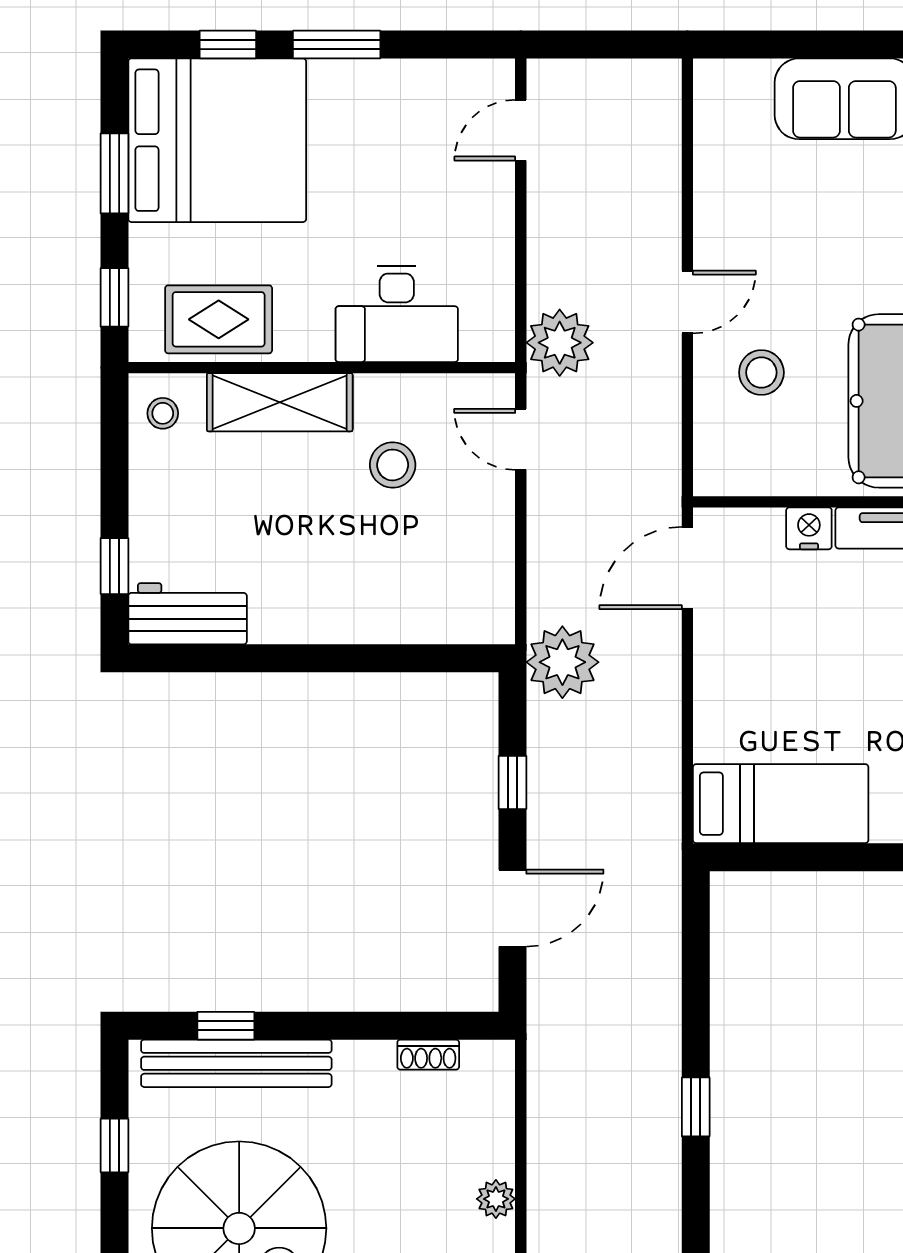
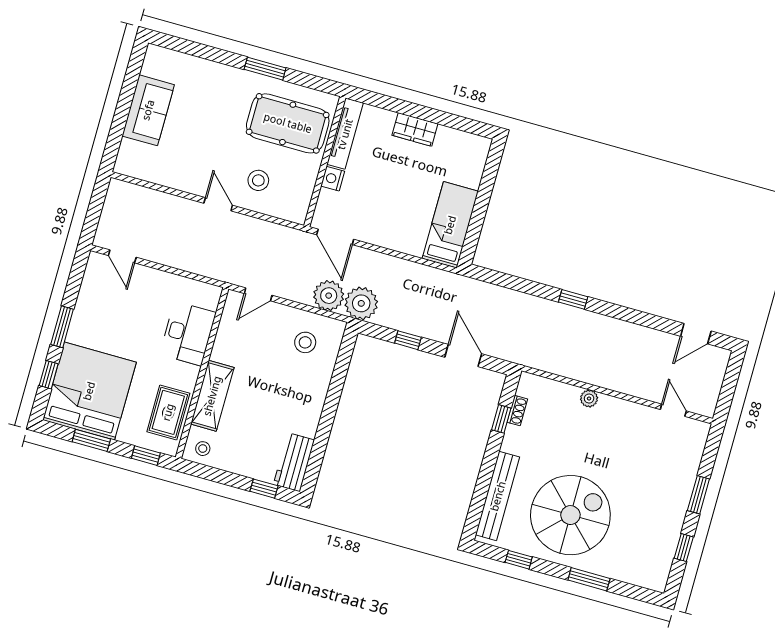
plant: (560, 343) -> (329, 296), moved
stool: (393, 465) -> (305, 342), moved
window: (226, 1026) -> (501, 419), moved

